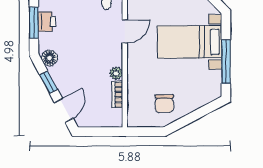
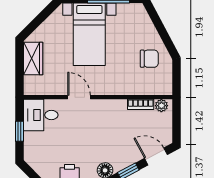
plant: (116, 73) -> (161, 106), moved

